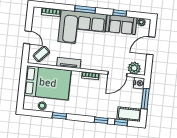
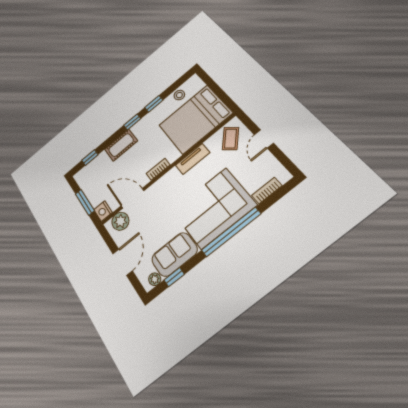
window: (85, 9) -> (231, 232), width x2.11
window: (120, 13) -> (174, 277), moved
door: (27, 37) -> (264, 139), hinge flipped
door: (117, 74) -> (132, 198), hinge flipped
cot: (129, 114) -> (121, 145), moved
window: (101, 120) -> (132, 122), moved

